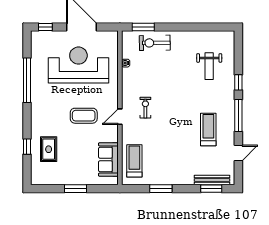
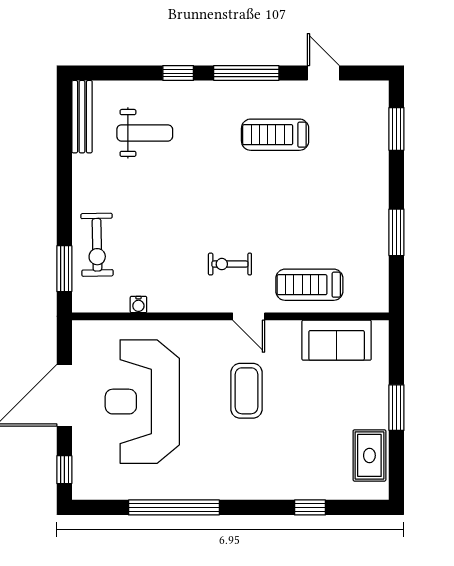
rug: (49, 149) -> (369, 455), moved, turned 90
treadmill: (134, 161) -> (309, 285), moved
bench: (212, 180) -> (82, 117), moved

